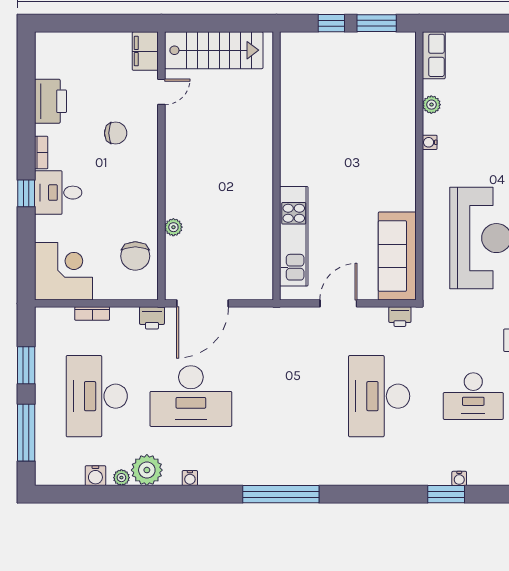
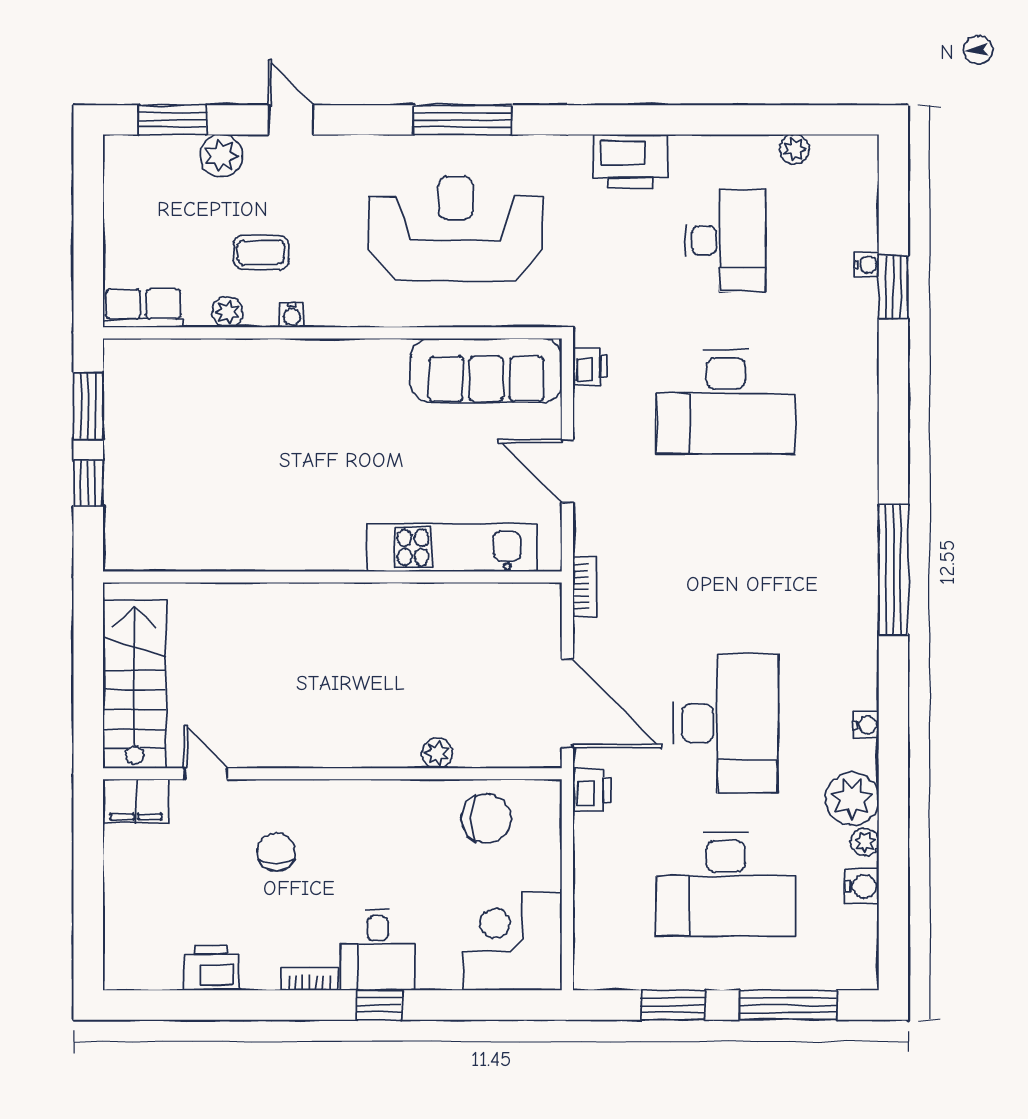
printer: (50, 101) -> (211, 968), width x0.73, depth x0.84
coffee table: (466, 124) -> (261, 252), added
bookcase: (92, 314) -> (585, 587), moved

